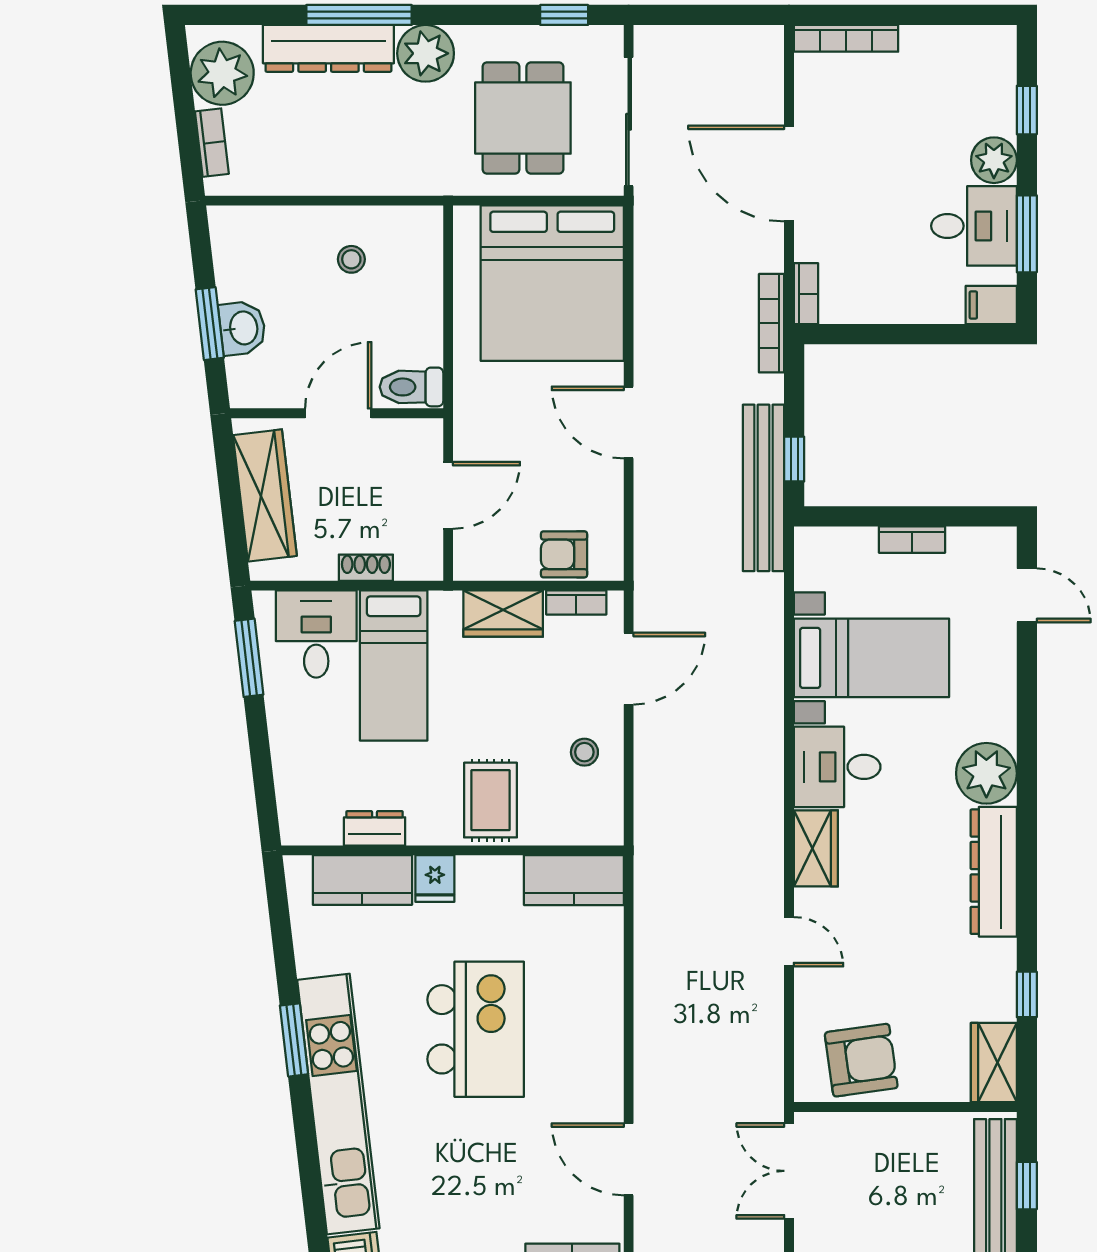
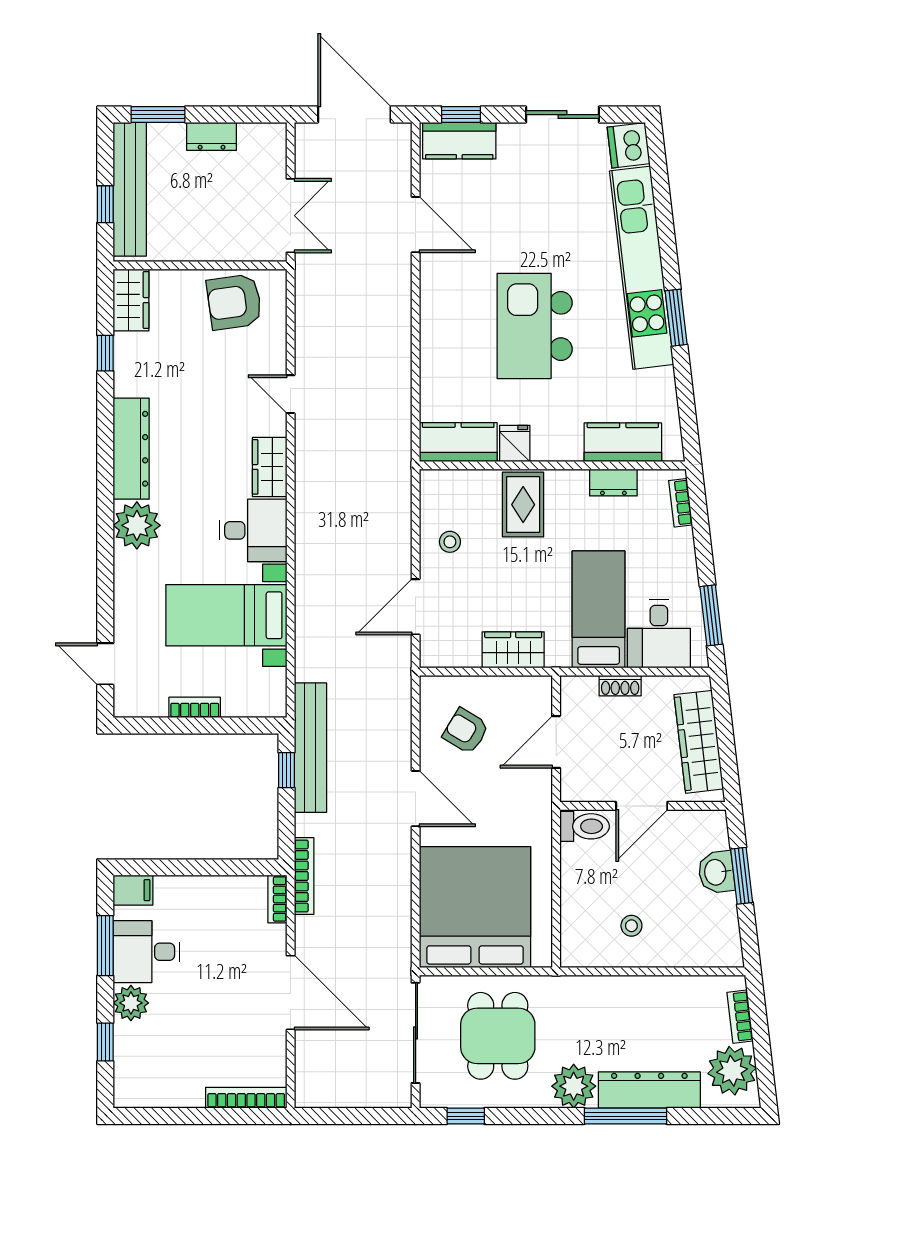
armchair: (564, 554) -> (466, 731), moved, turned -149
bookcase: (576, 603) -> (681, 503), moved, turned -97
fridge: (435, 878) -> (515, 443), moved

